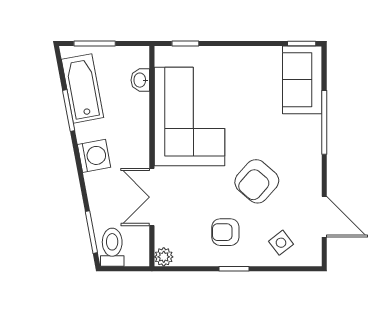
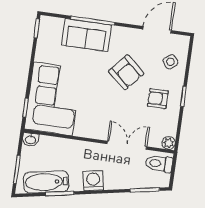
washbasin: (140, 80) -> (31, 140), moved
sofa: (302, 80) -> (87, 35), moved
corner sofa: (189, 117) -> (53, 99), moved, turned 90
double door: (152, 197) -> (127, 145), swing flipped
armchair: (225, 232) -> (158, 99), turned 90
toilet: (112, 247) -> (159, 164), moved

